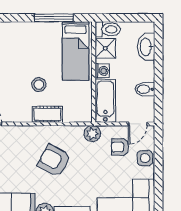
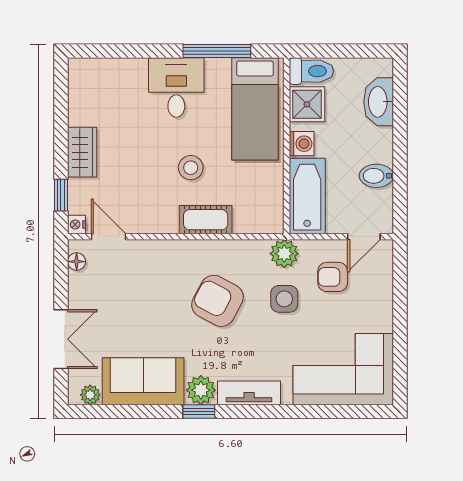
desk: (31, 39) -> (176, 88), added
side table: (145, 158) -> (284, 299), moved

